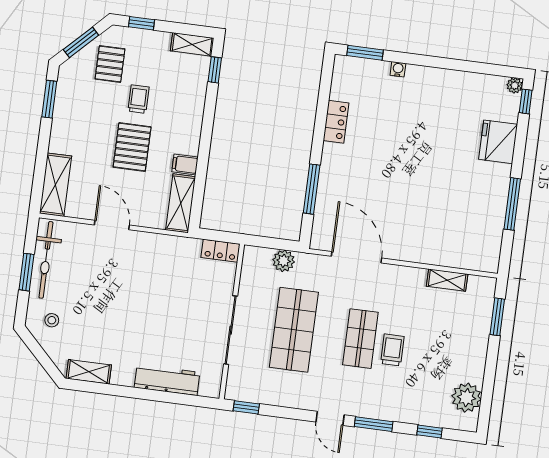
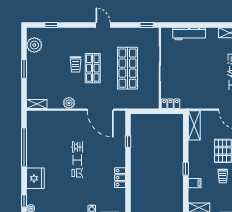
window: (215, 70) -> (186, 169), moved
filing cabinet: (185, 164) -> (195, 183), moved
window: (312, 189) -> (128, 142), width x0.46
window: (512, 204) -> (24, 147), width x1.46
plant: (284, 261) -> (69, 103), moved
shelving: (447, 280) -> (37, 104), moved
window: (497, 317) -> (24, 69), moved
window: (374, 424) -> (80, 25), removed

